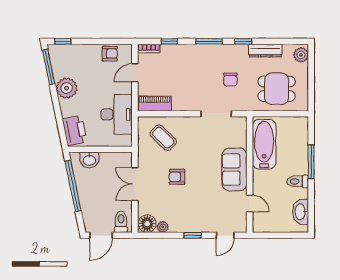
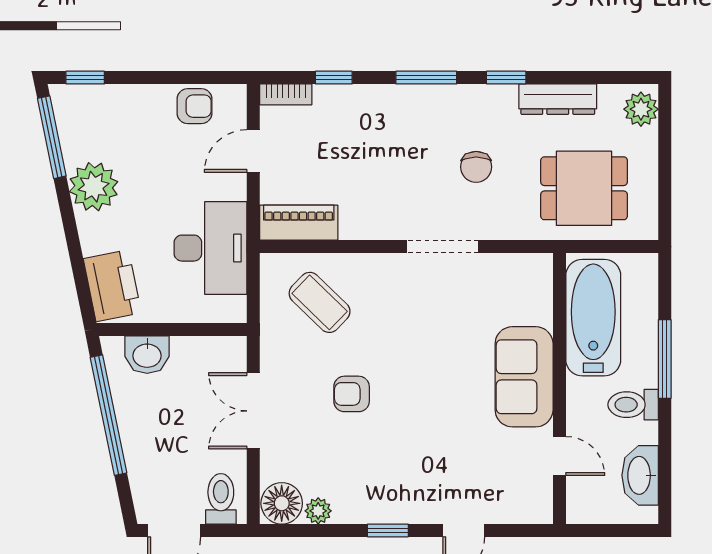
bathtub: (264, 144) -> (593, 318), moved
sofa: (234, 169) -> (524, 377), moved
wall: (250, 175) -> (559, 388), moved
door: (250, 203) -> (559, 456), moved

